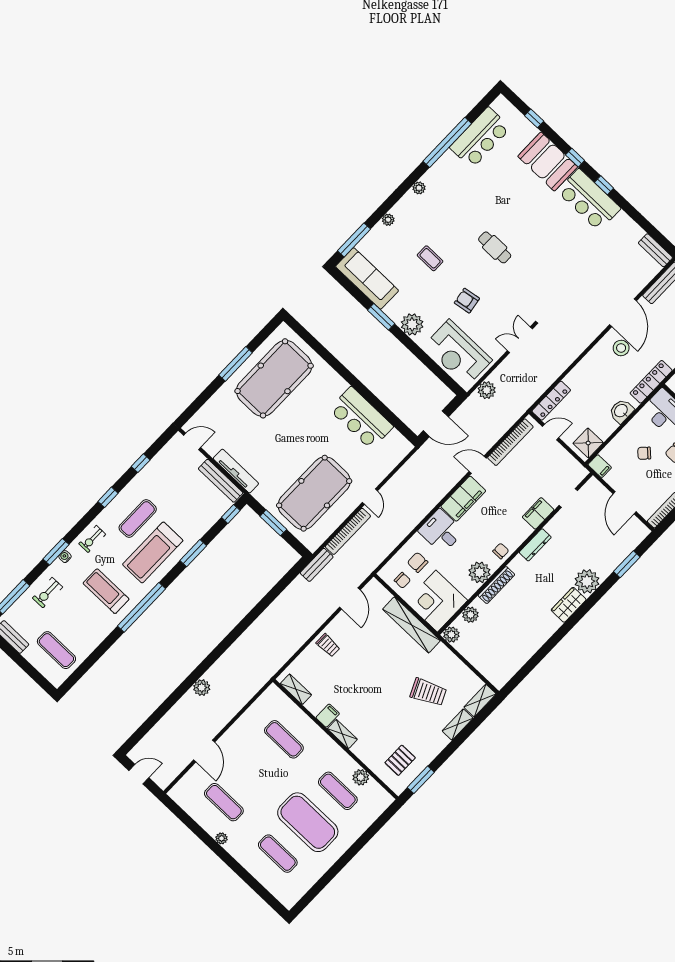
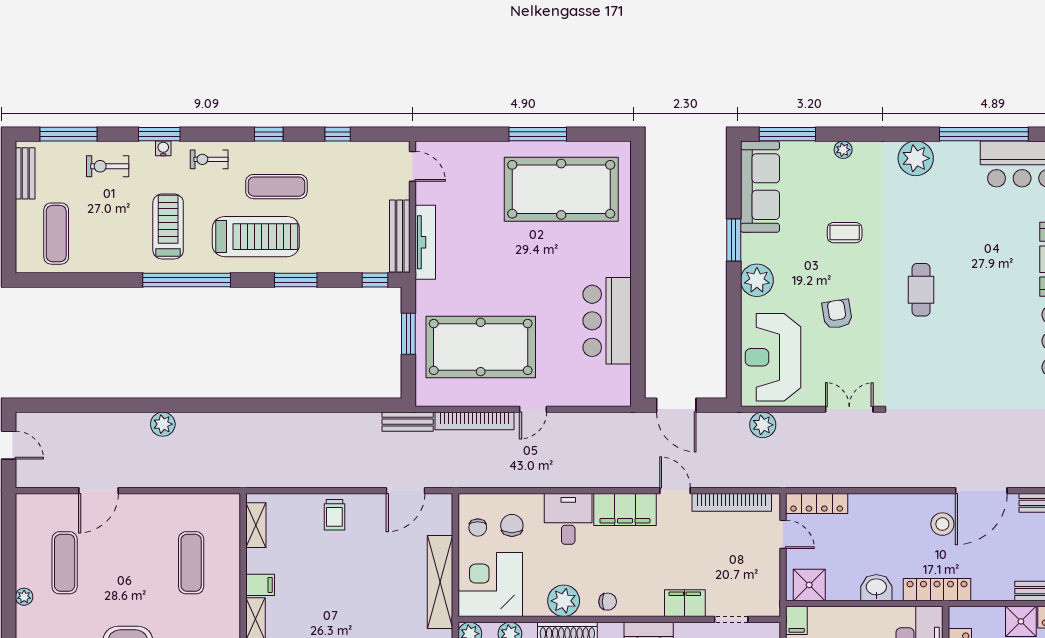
plant: (419, 188) -> (916, 158), width x1.87, depth x1.87
coffee table: (430, 258) -> (845, 233), turned 90
treadmill: (153, 552) -> (256, 237), turned 180

